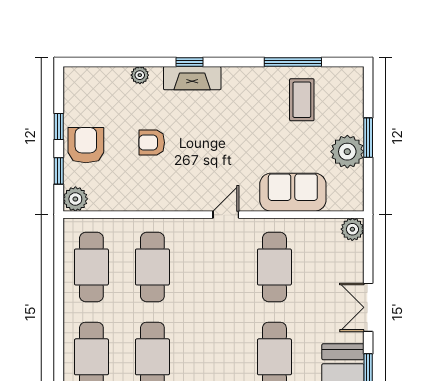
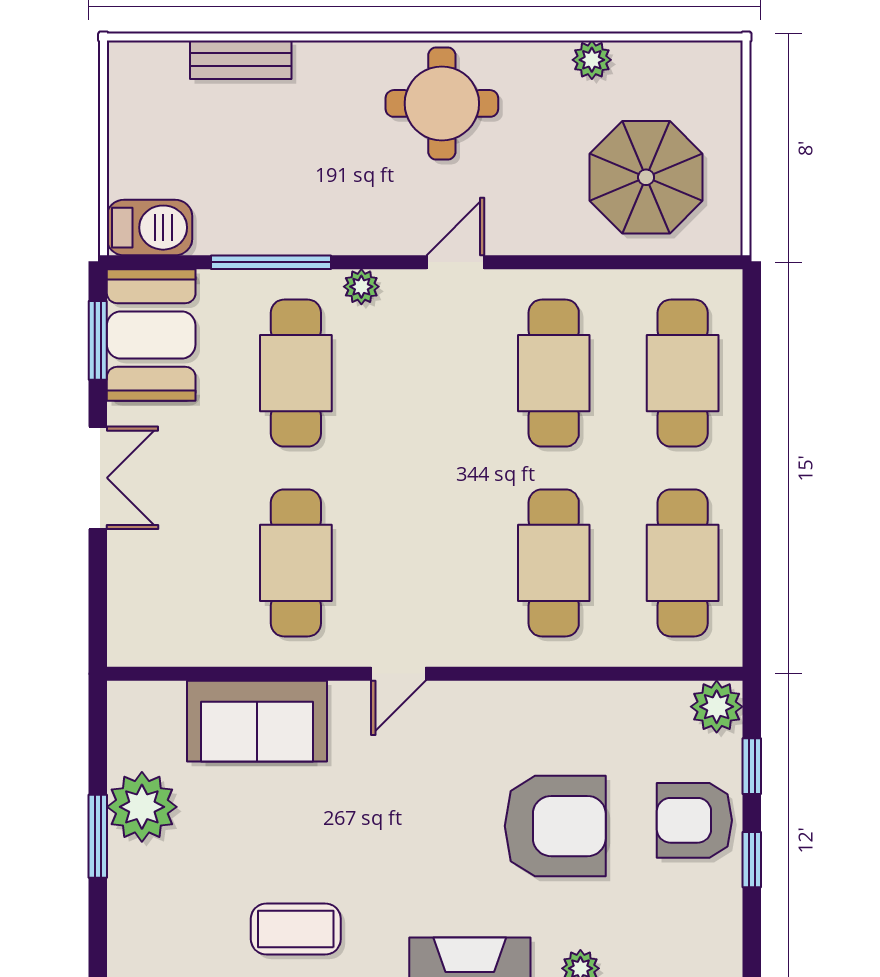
coffee table: (302, 100) -> (296, 929), moved, turned 90
armchair: (152, 143) -> (555, 826), width x1.88, depth x1.88
armchair: (86, 145) -> (694, 820), turned 90
plant: (352, 229) -> (131, 643), removed

